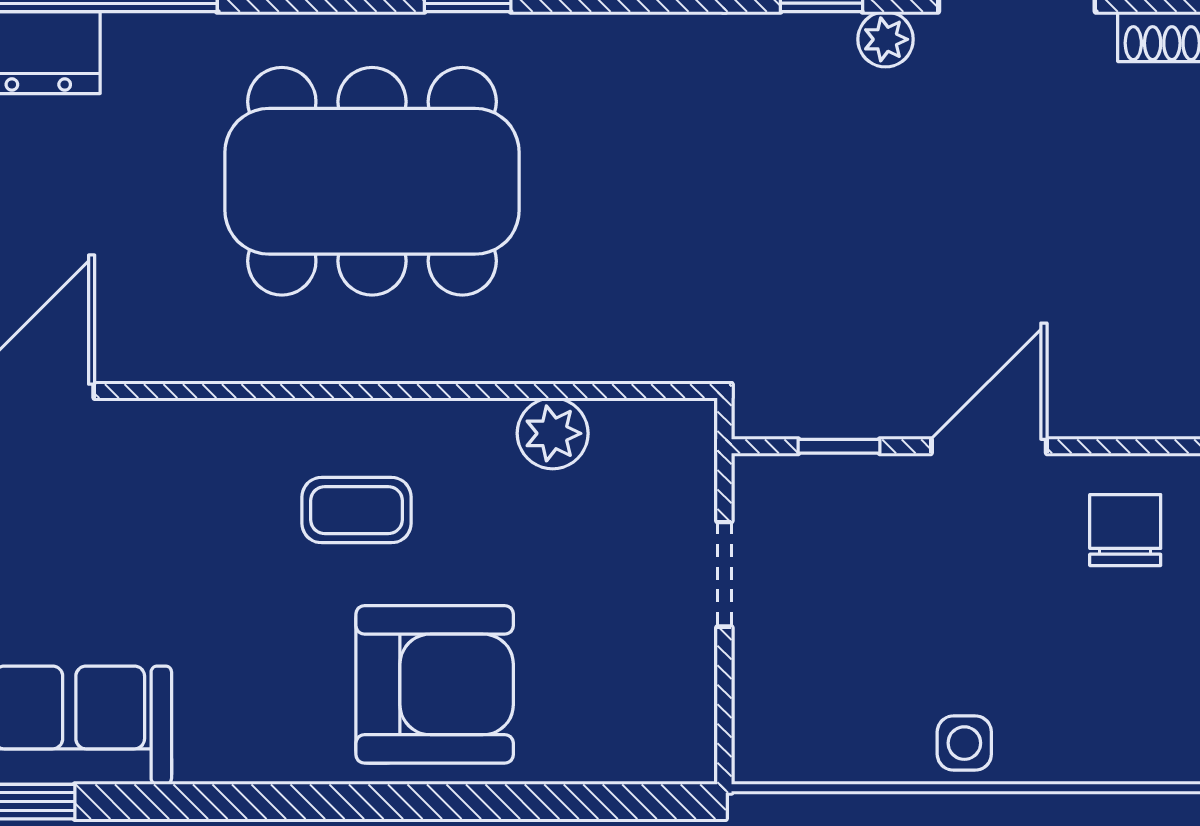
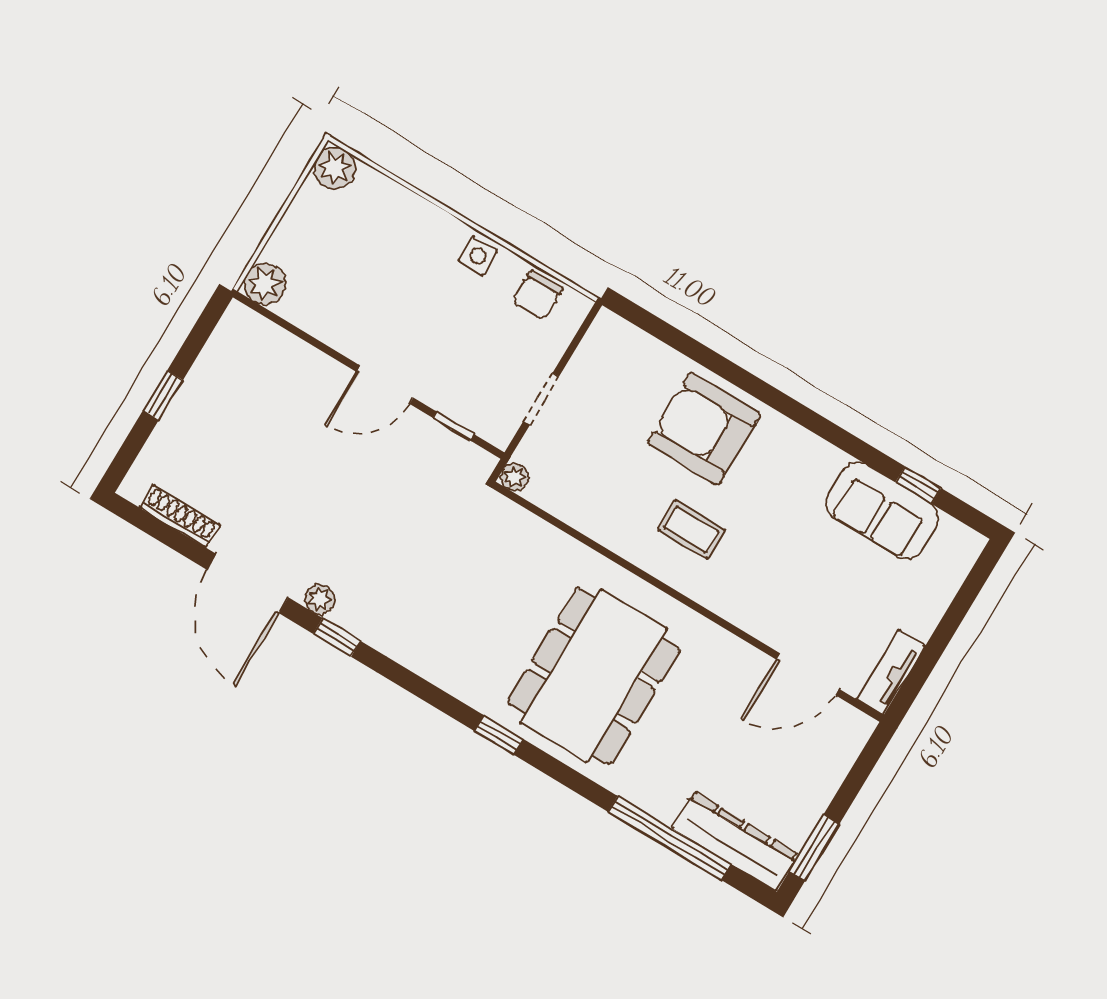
dining table: (372, 181) -> (594, 676), turned 90
plant: (553, 433) -> (514, 477), moved, width x0.73, depth x0.73
chair: (1125, 530) -> (537, 295), moved

